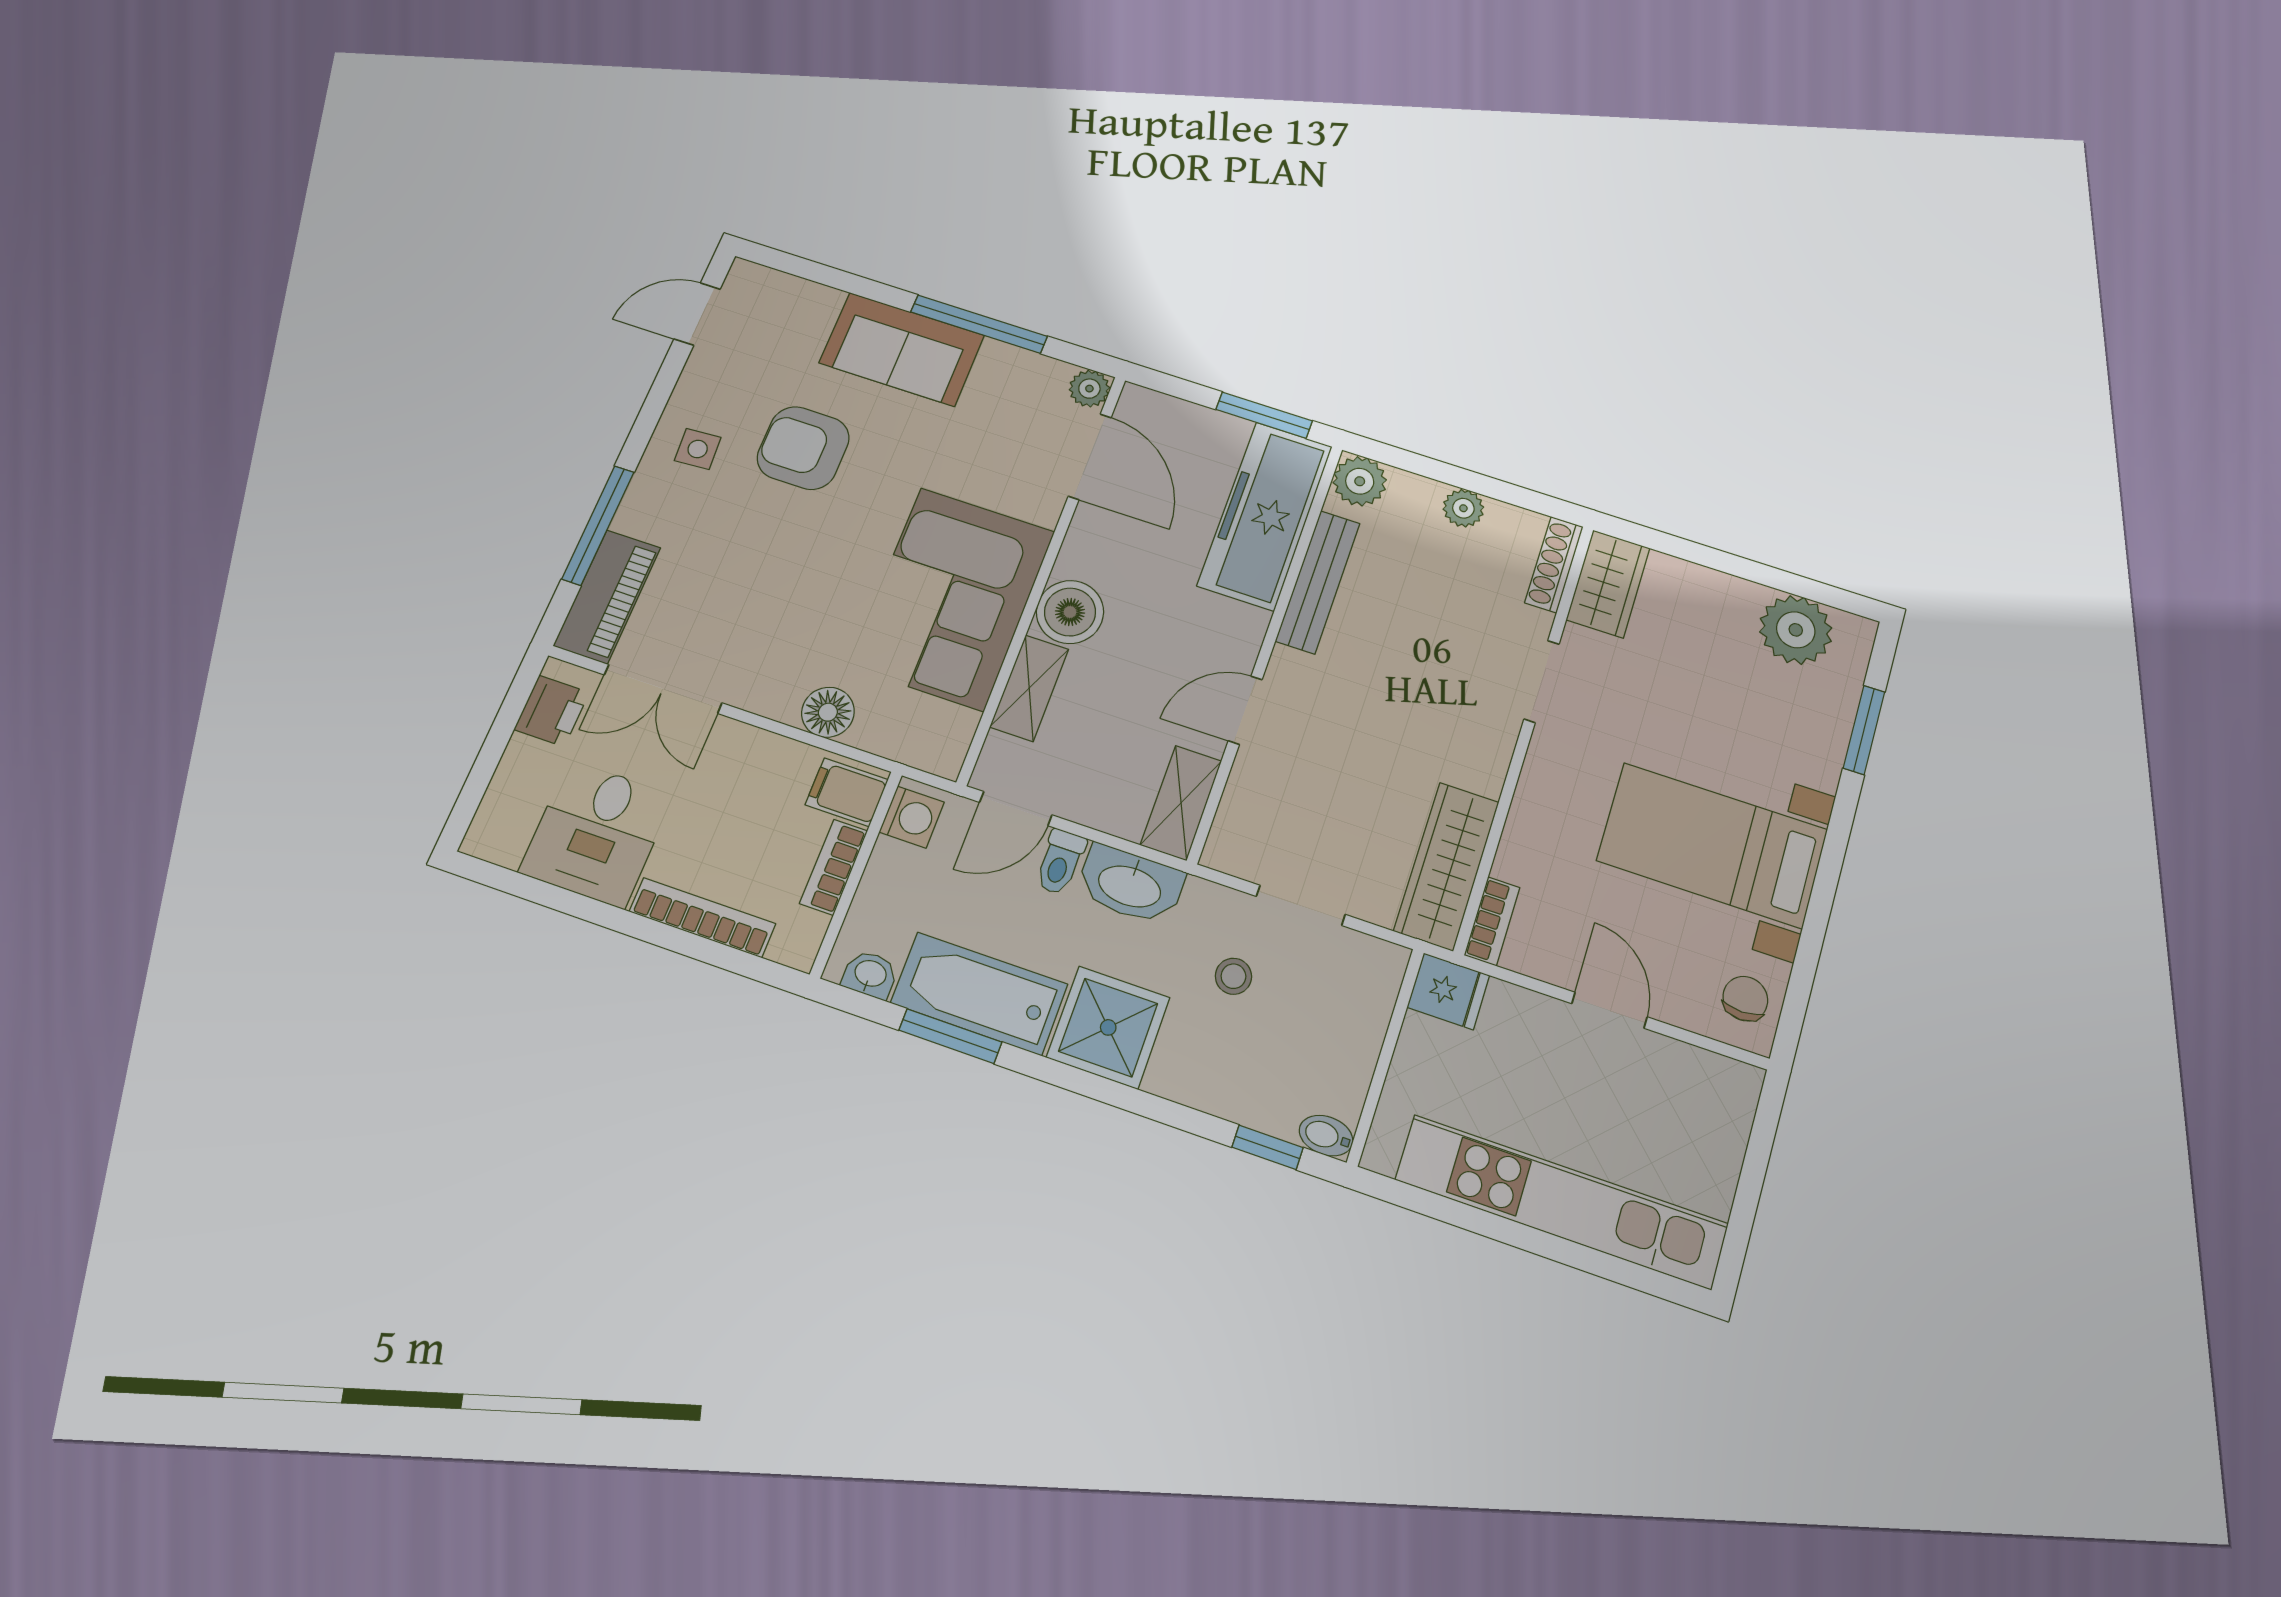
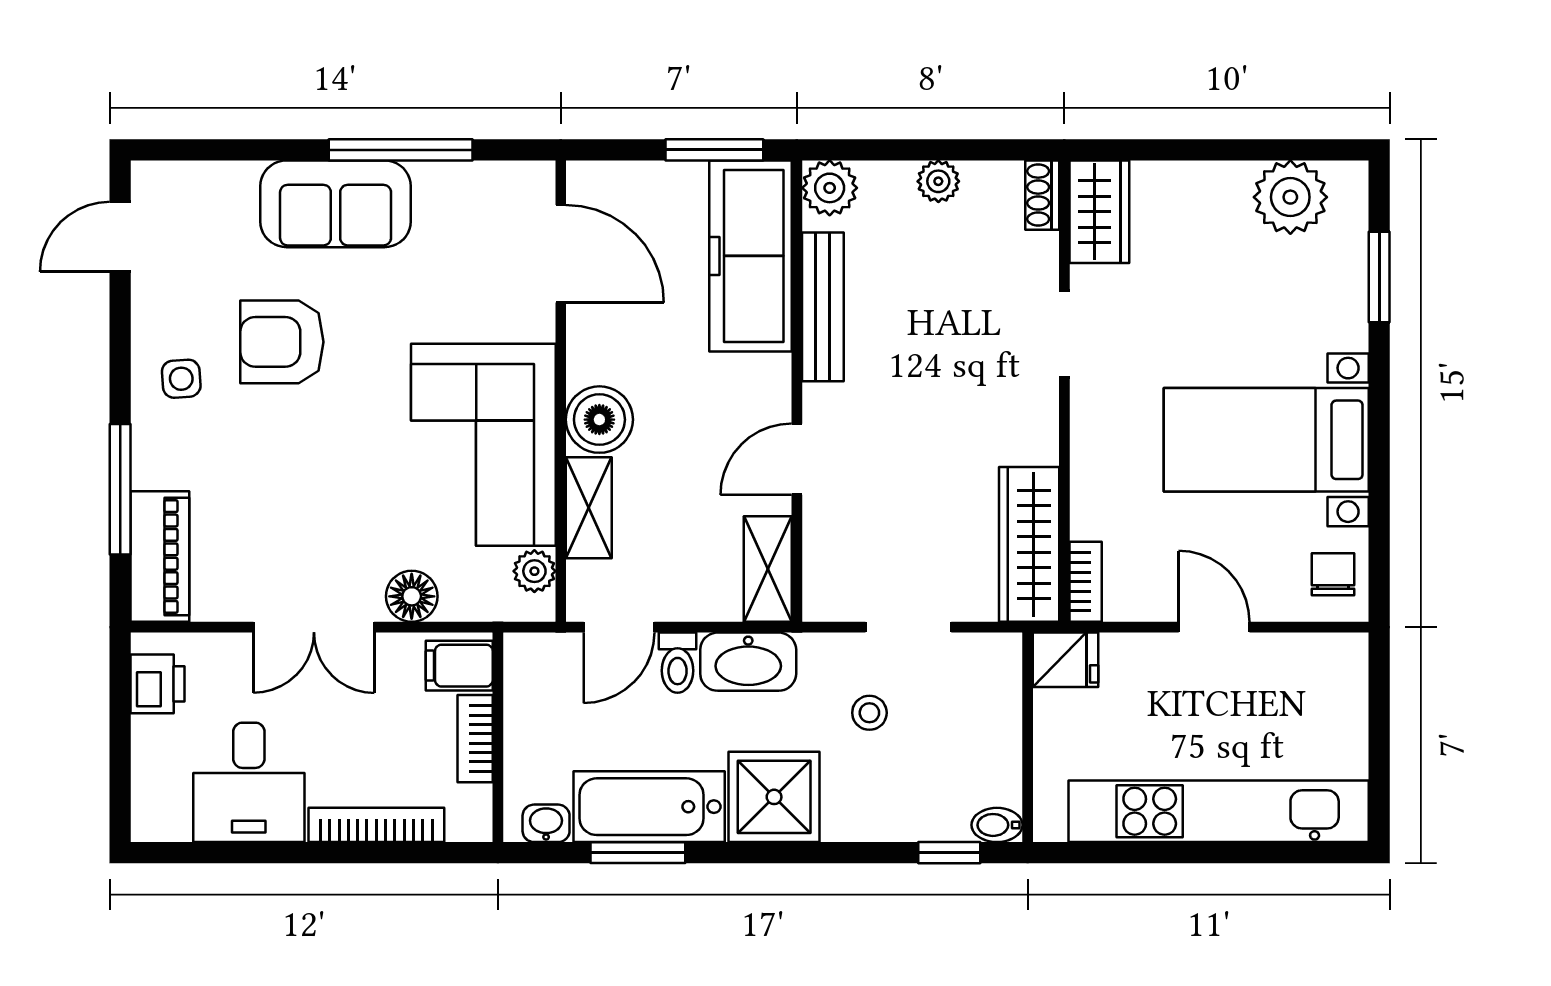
plant: (1089, 389) -> (534, 571), moved
shoe rack: (1554, 565) -> (1042, 195), width x0.70
double door: (663, 689) -> (314, 627), moved
washing machine: (912, 817) -> (527, 668), removed

